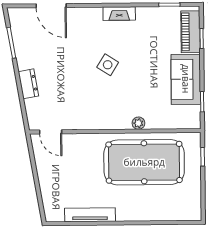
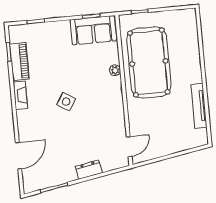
piano: (190, 32) -> (19, 62), moved, turned -90
sofa: (186, 79) -> (93, 30), moved

